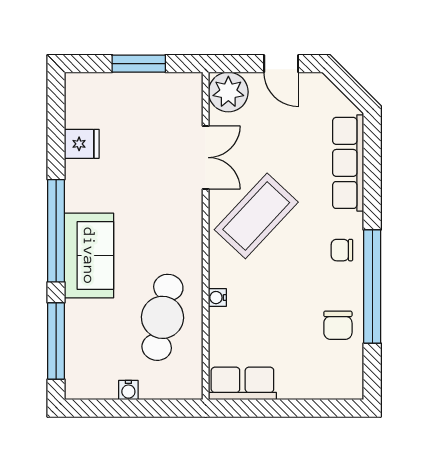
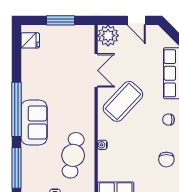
fridge: (82, 144) -> (30, 40), moved

